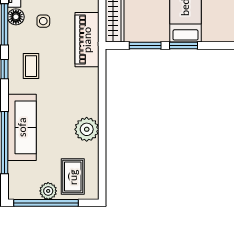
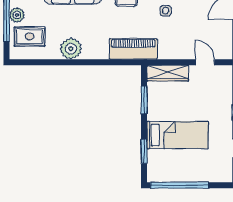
piano: (87, 40) -> (133, 49), moved
window: (183, 46) -> (144, 151), moved

